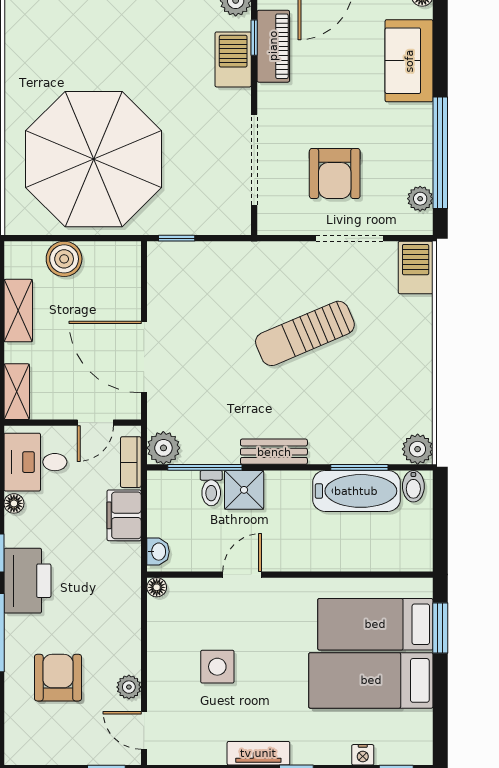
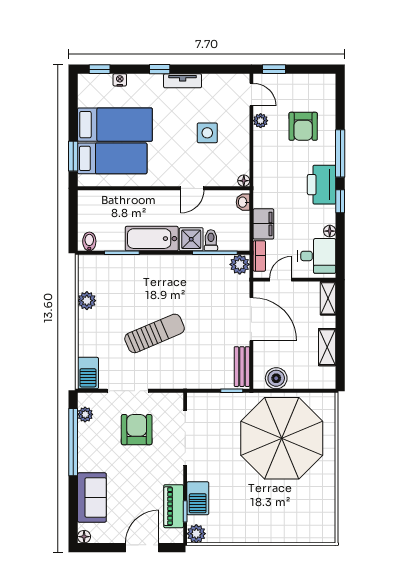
boiler: (64, 259) -> (276, 378), moved
plant: (418, 449) -> (87, 301), moved
bench: (274, 452) -> (242, 367), moved, turned 90
bathtub: (356, 491) -> (152, 239), moved

